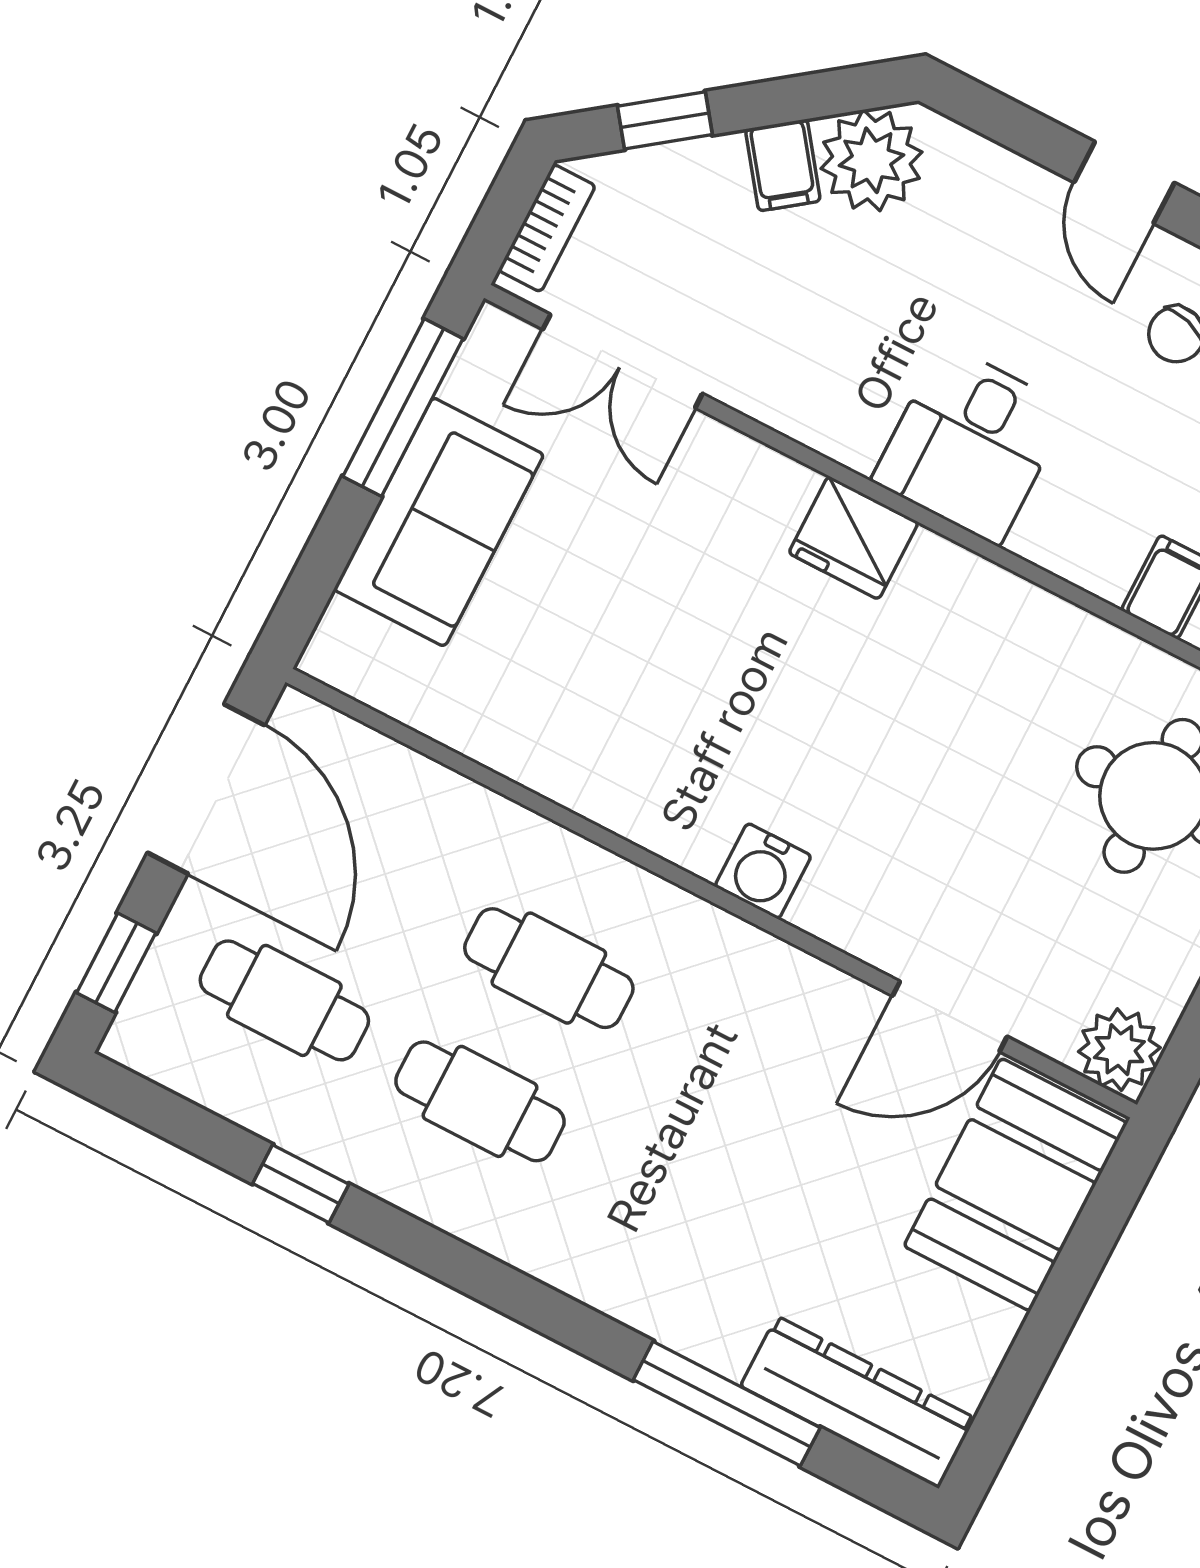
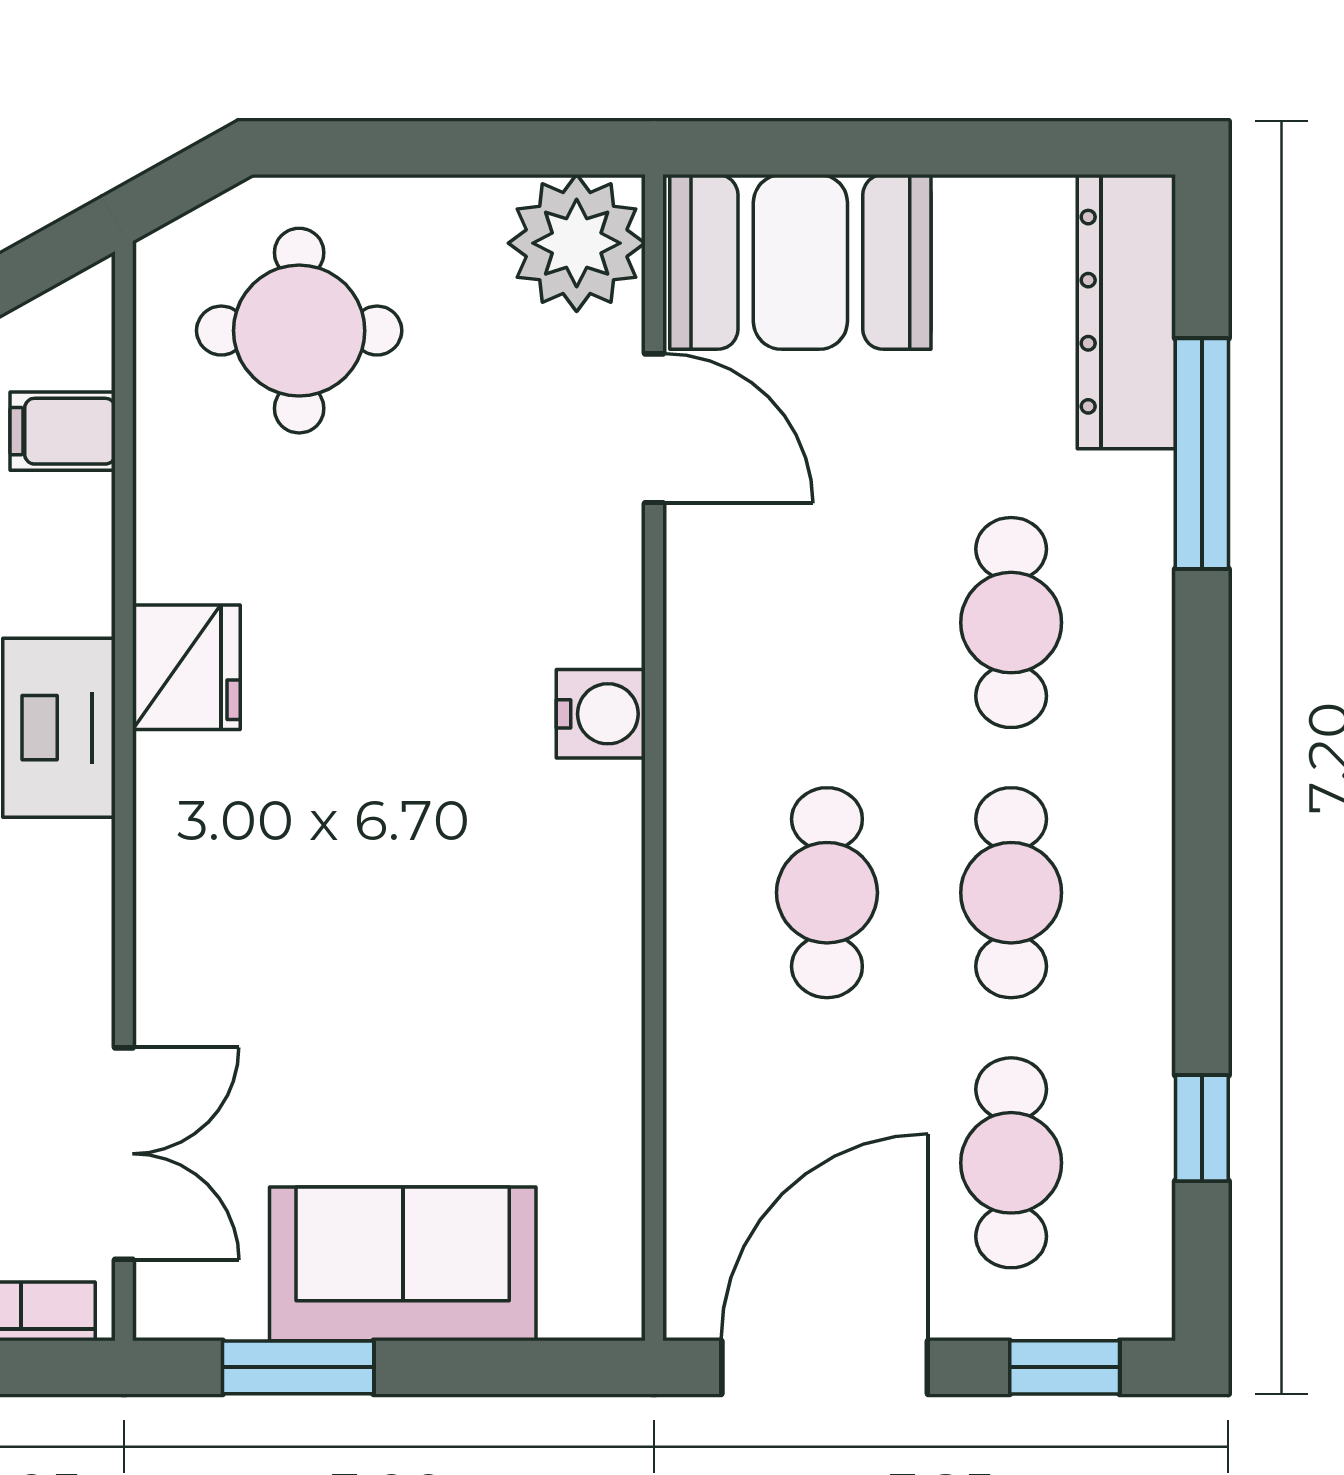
window: (403, 408) -> (298, 1367), width x0.69
fridge: (854, 538) -> (186, 667), moved
plant: (1119, 1050) -> (577, 243), width x1.36, depth x1.36
window: (301, 1184) -> (1202, 1128), moved
cafe table: (676, 1202) -> (1011, 623), added

